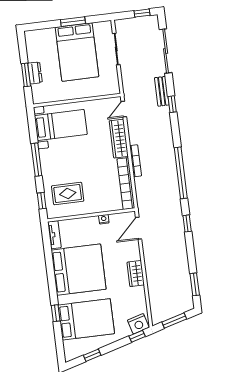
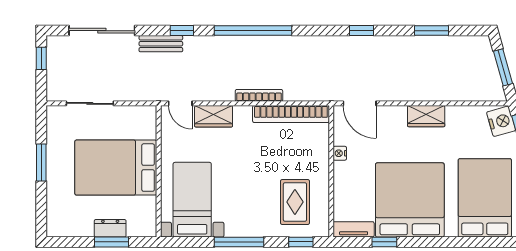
bed: (77, 52) -> (116, 168), moved, turned 180
wardrobe: (119, 139) -> (214, 116), width x0.67
window: (181, 173) -> (253, 31), moved
window: (195, 284) -> (432, 31), moved
window: (56, 313) -> (384, 242), moved

